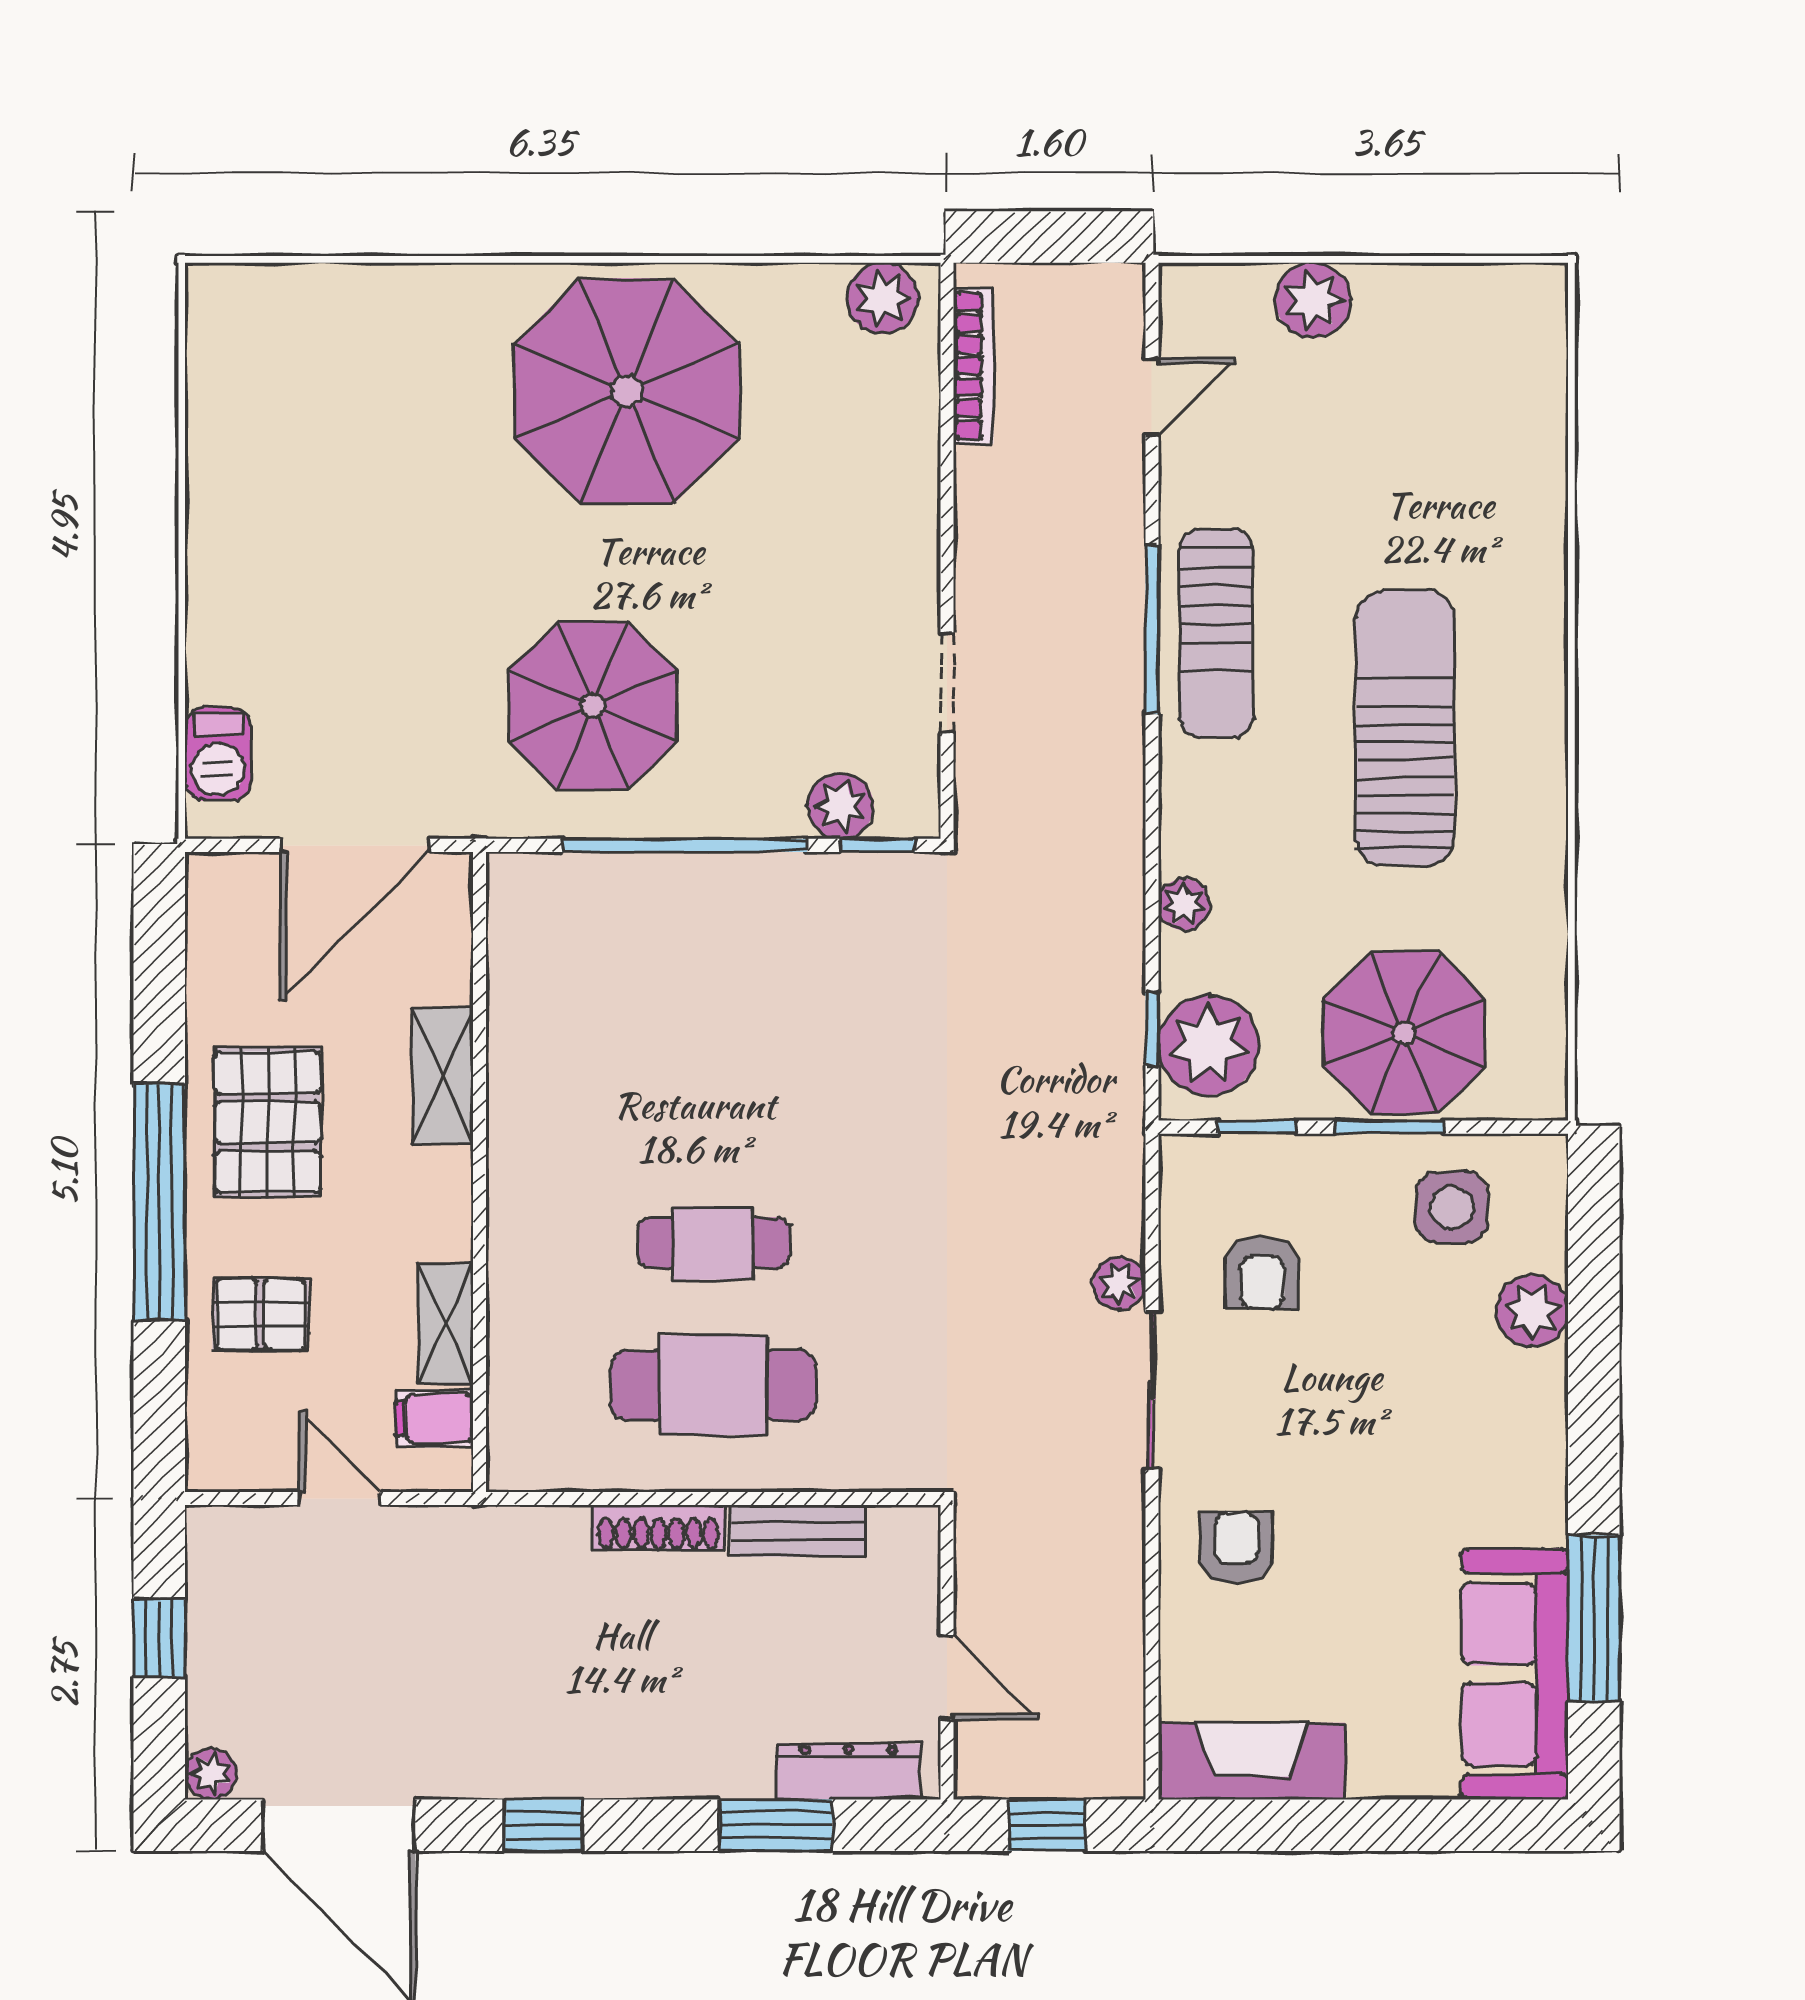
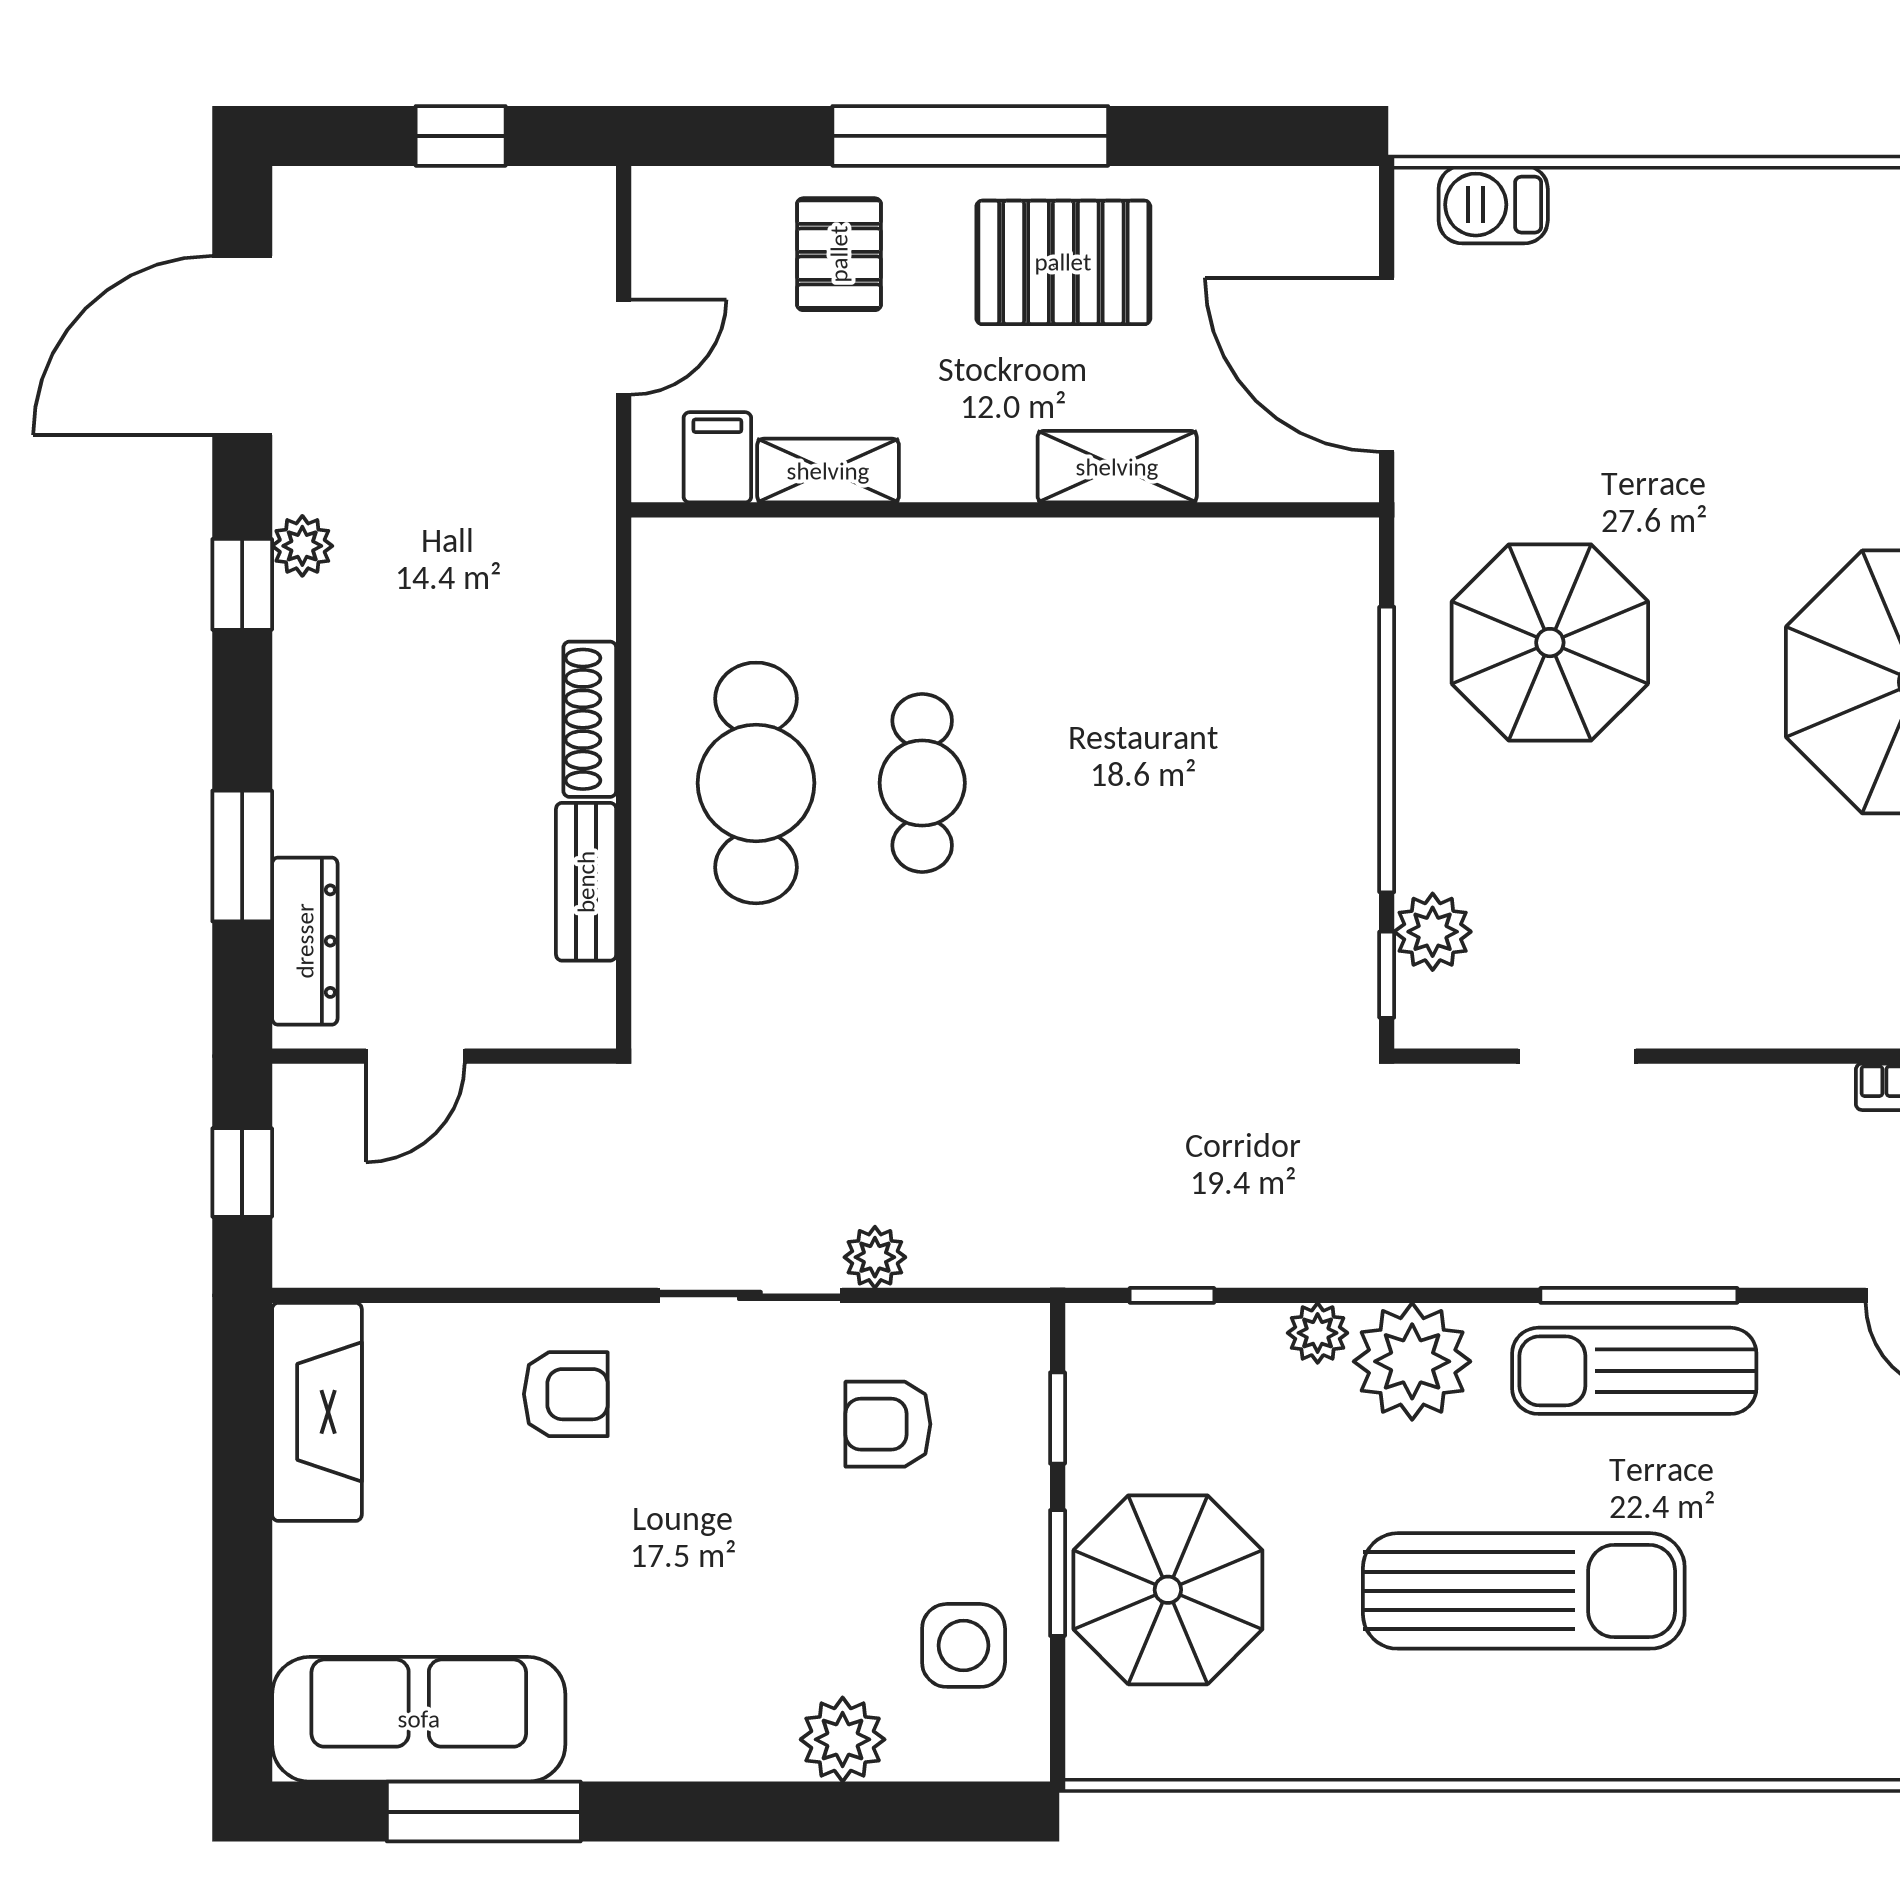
plant: (1208, 1045) -> (1412, 1361), moved
plant: (211, 1774) -> (302, 546), moved

